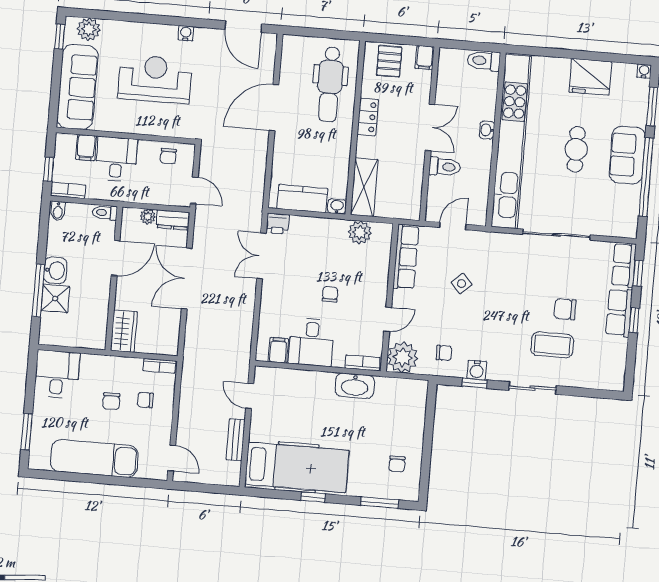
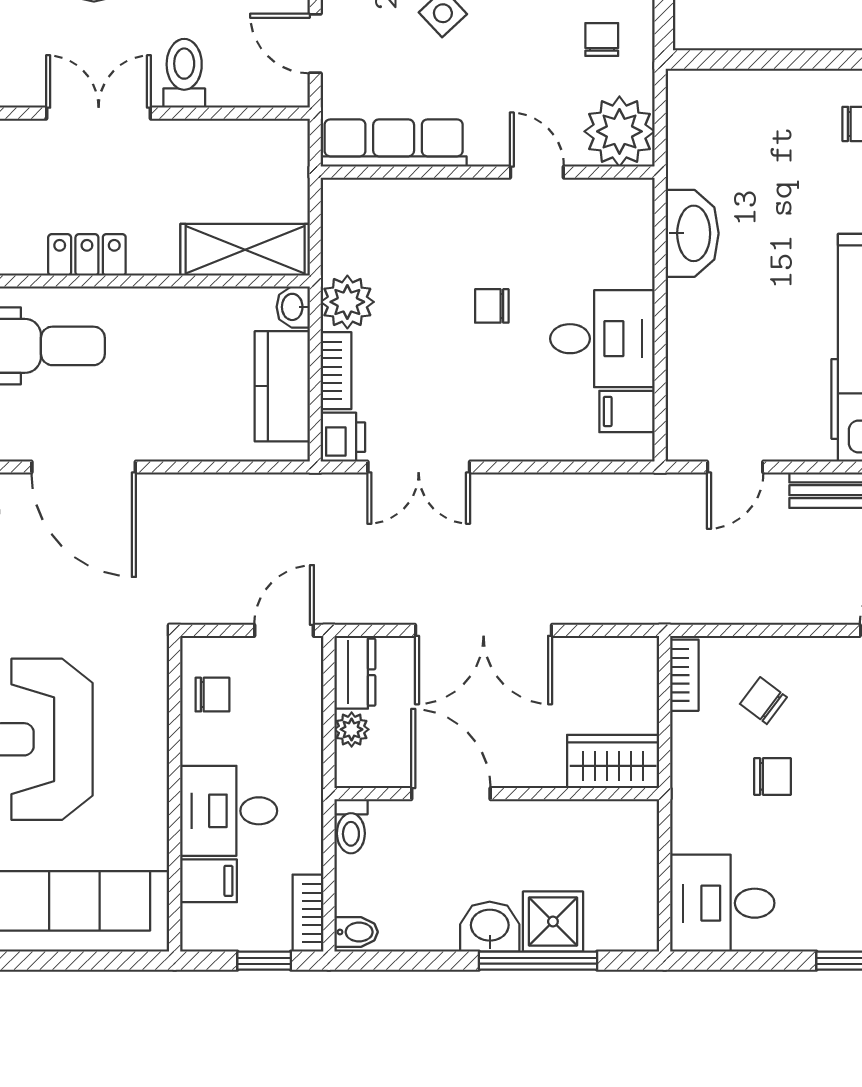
plant: (360, 232) -> (347, 302), moved
bookcase: (363, 363) -> (336, 371), moved, turned 180
chair: (145, 400) -> (763, 701), turned 127

